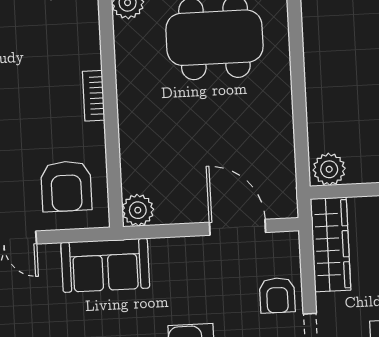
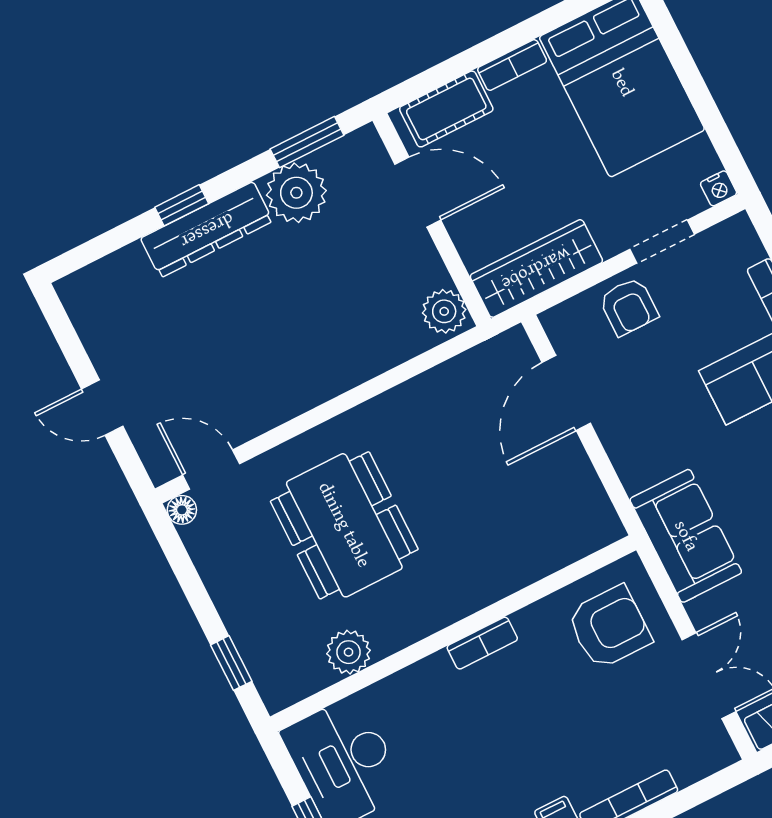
plant: (138, 210) -> (600, 526), removed
armchair: (277, 295) -> (629, 306), turned 90

